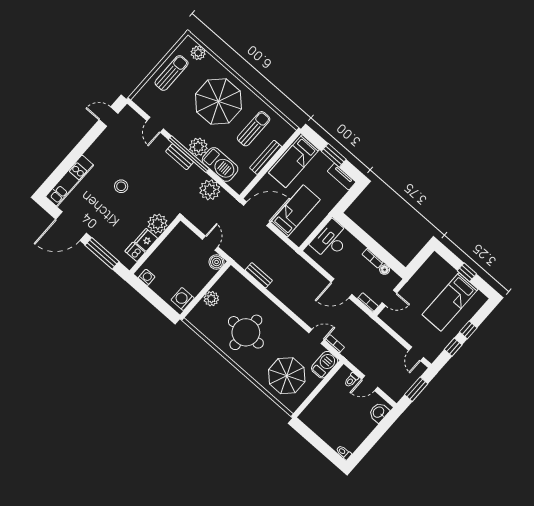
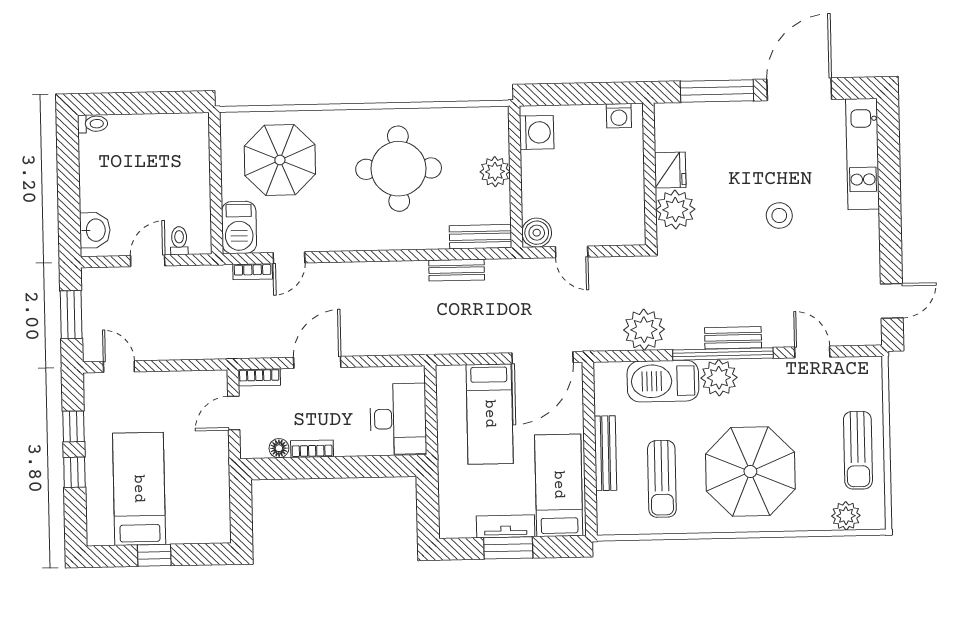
tv unit: (342, 177) -> (506, 526), moved
dishwasher: (135, 252) -> (670, 138), removed
bench: (239, 279) -> (481, 237), added

